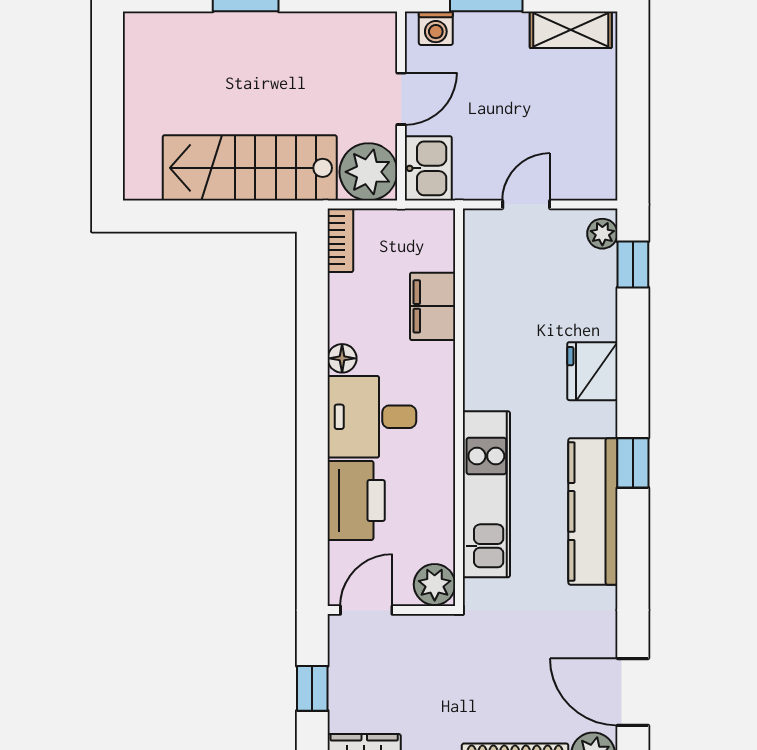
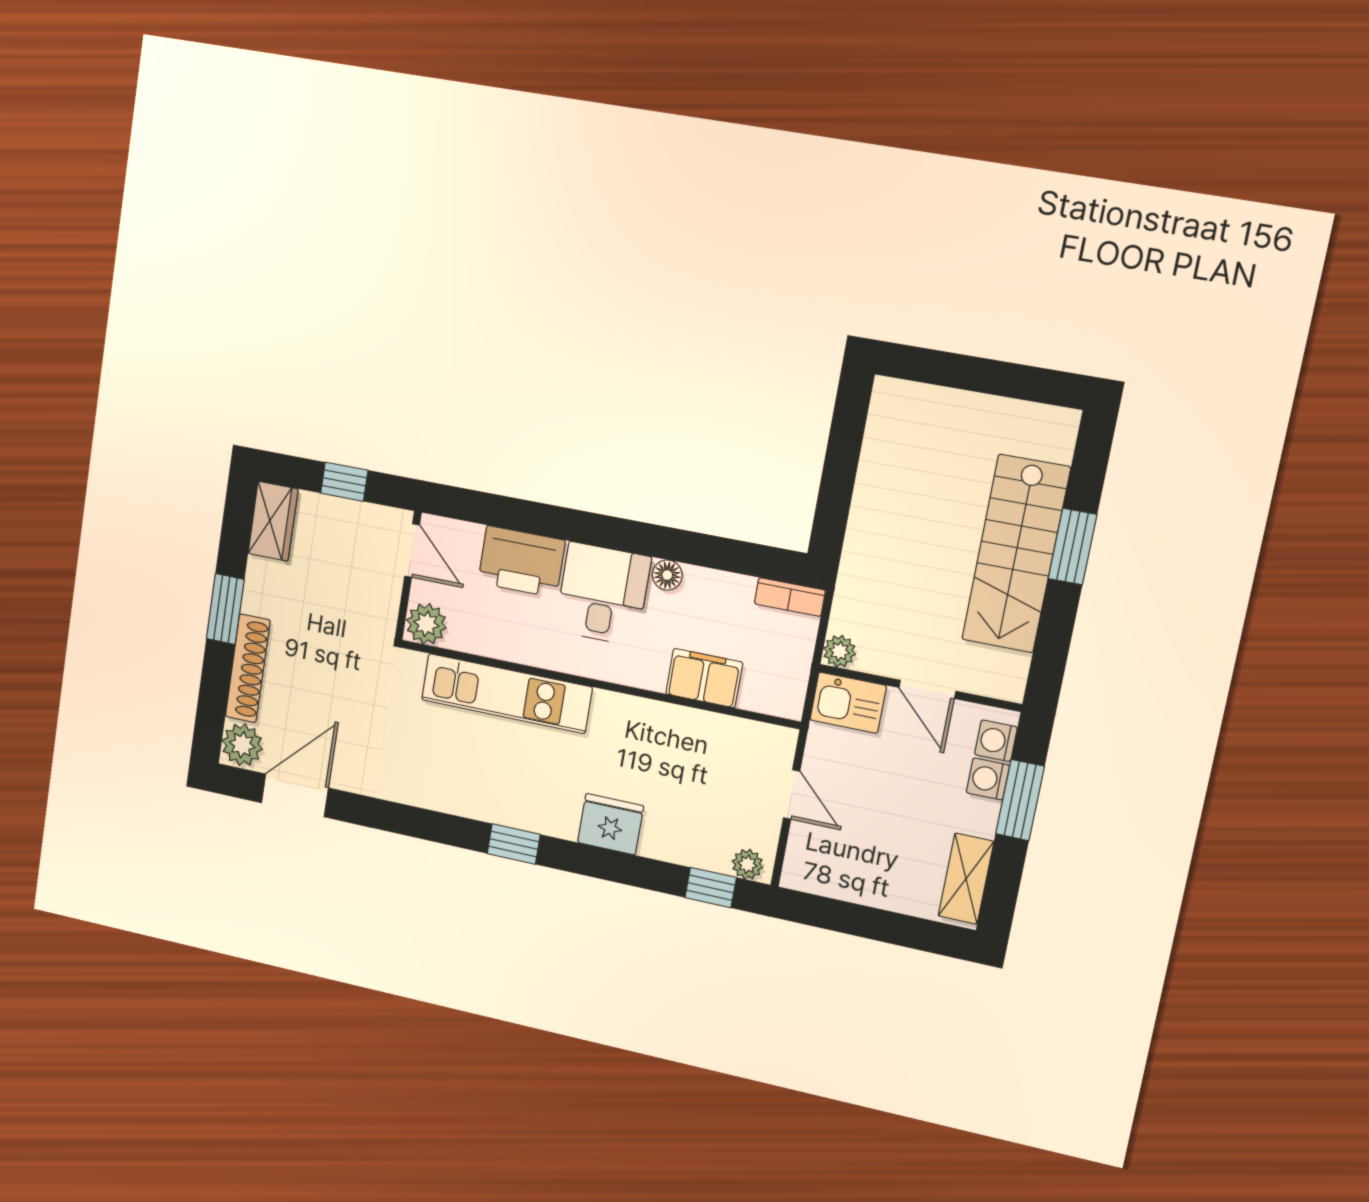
washing machine: (473, 28) -> (988, 779), added
stairs: (250, 168) -> (1016, 554), moved, turned 180
plant: (368, 172) -> (839, 651), width x0.53, depth x0.53
kitchen counter: (593, 511) -> (473, 795), removed

